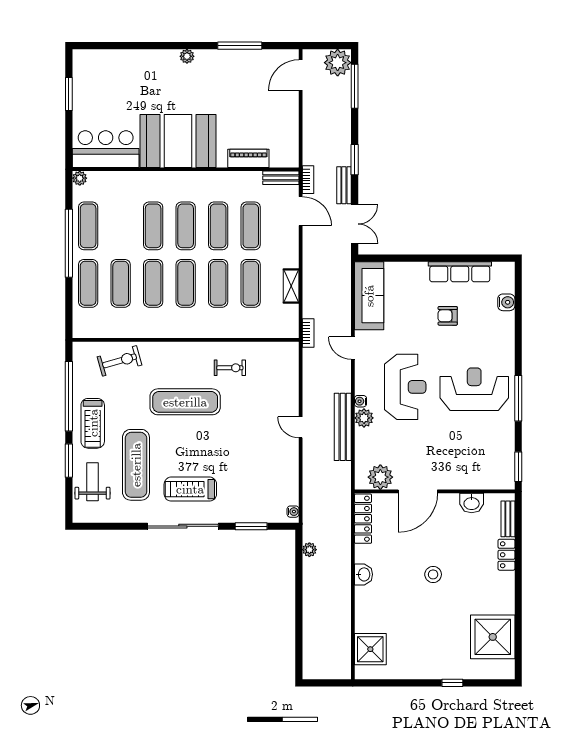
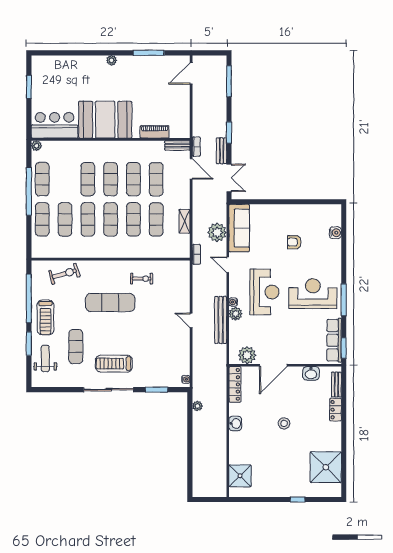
plant: (338, 63) -> (217, 232), moved
row of seats: (460, 272) -> (334, 340), moved, turned 90
exercise mat: (136, 465) -> (76, 347), width x0.73, depth x0.69

